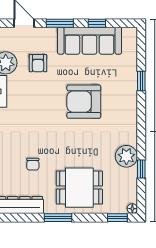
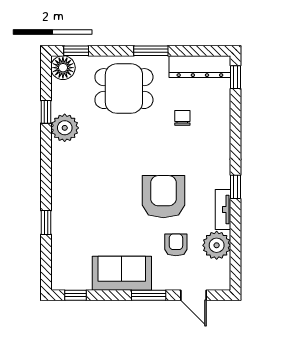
window: (97, 23) -> (76, 295), moved
sofa: (89, 41) -> (122, 273), width x0.73
armchair: (84, 102) -> (163, 197), moved, turned -90
floor lamp: (132, 209) -> (63, 68), width x1.89, depth x1.89

